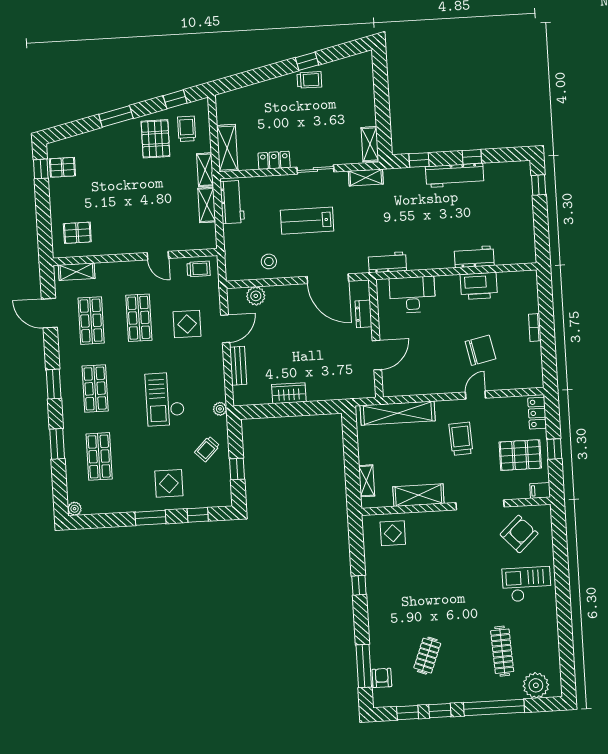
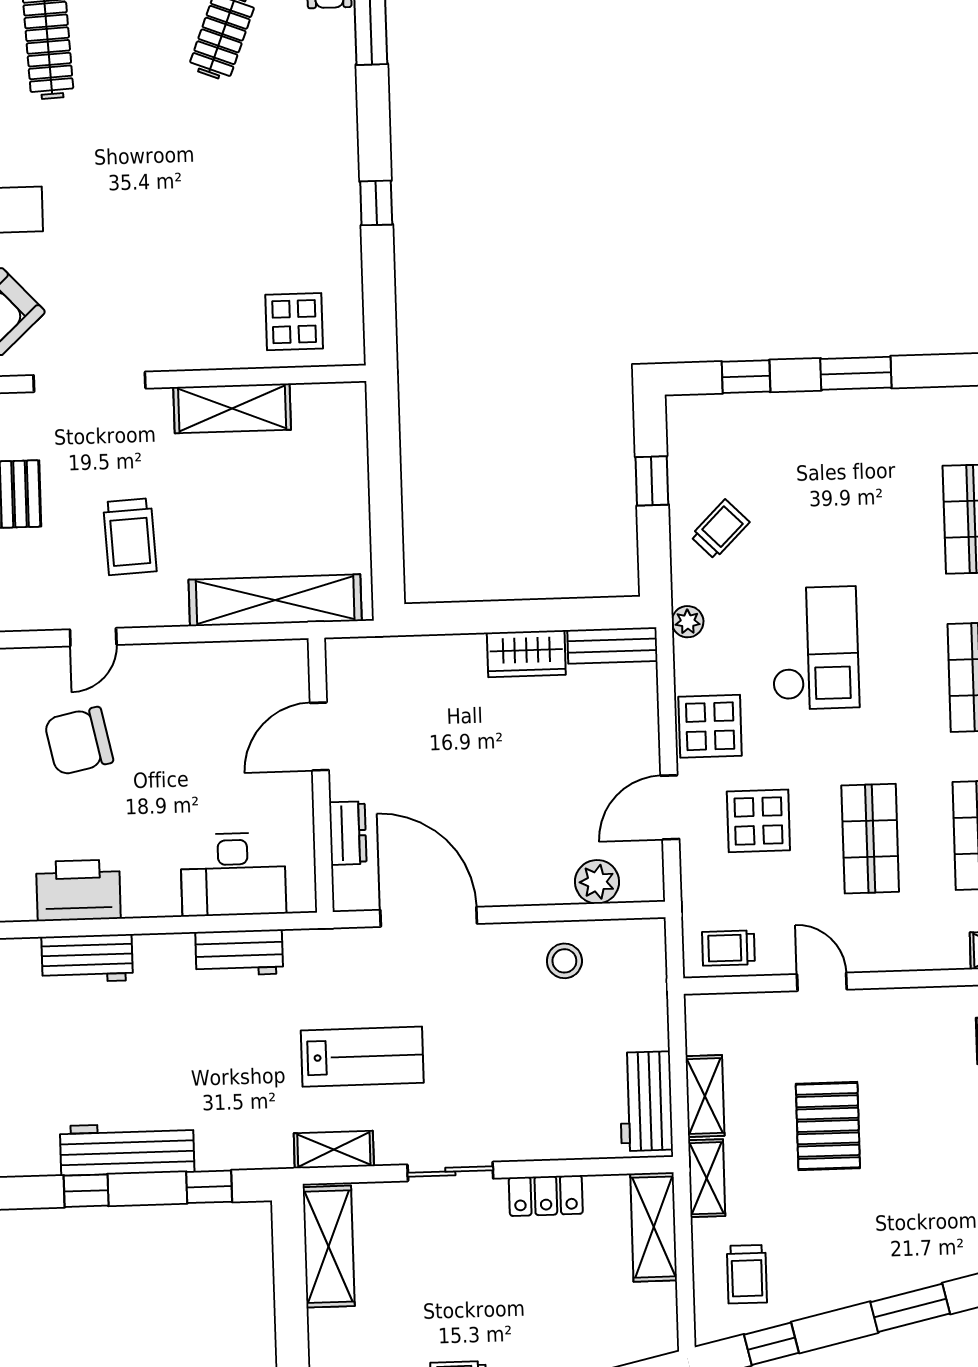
pallet: (155, 139) -> (828, 1126), moved
shelving: (370, 144) -> (329, 1247), width x1.50, depth x1.33
lab bench: (307, 221) -> (362, 1057), moved
workbench: (387, 262) -> (239, 953), moved
bench: (238, 366) -> (612, 646), moved, turned 90
shelving: (367, 481) -> (352, 445), removed
display table: (169, 483) -> (710, 726), moved

